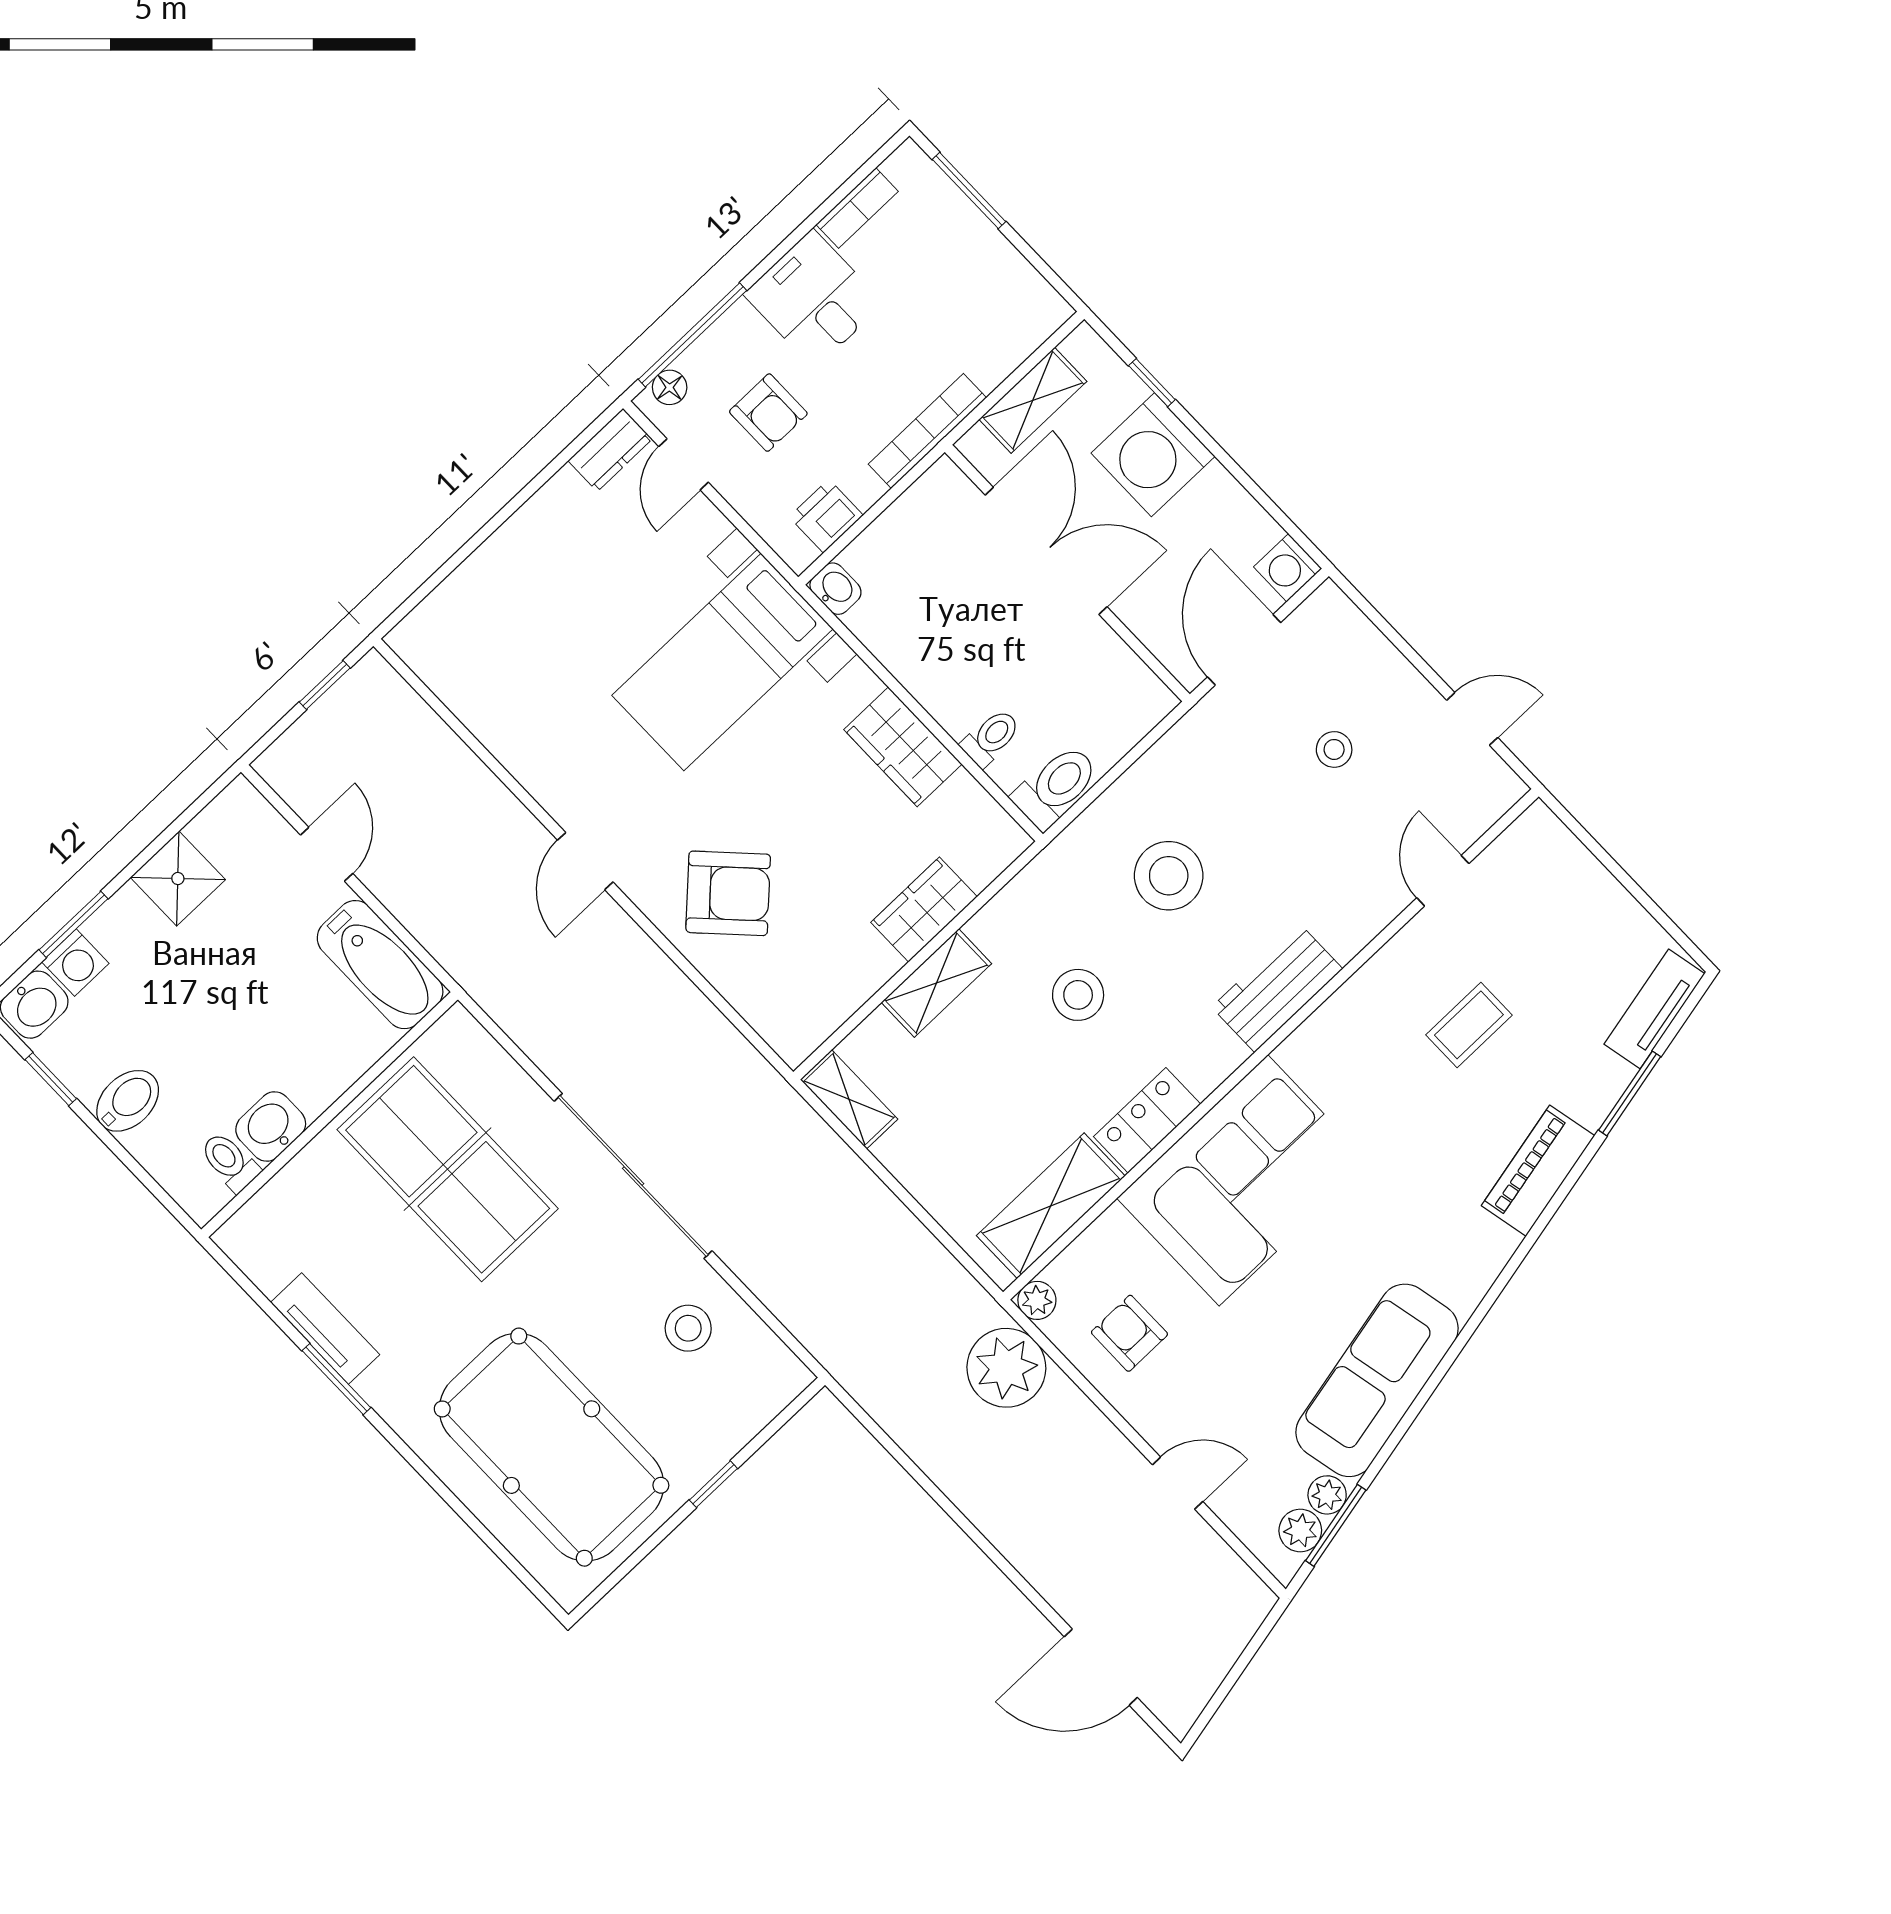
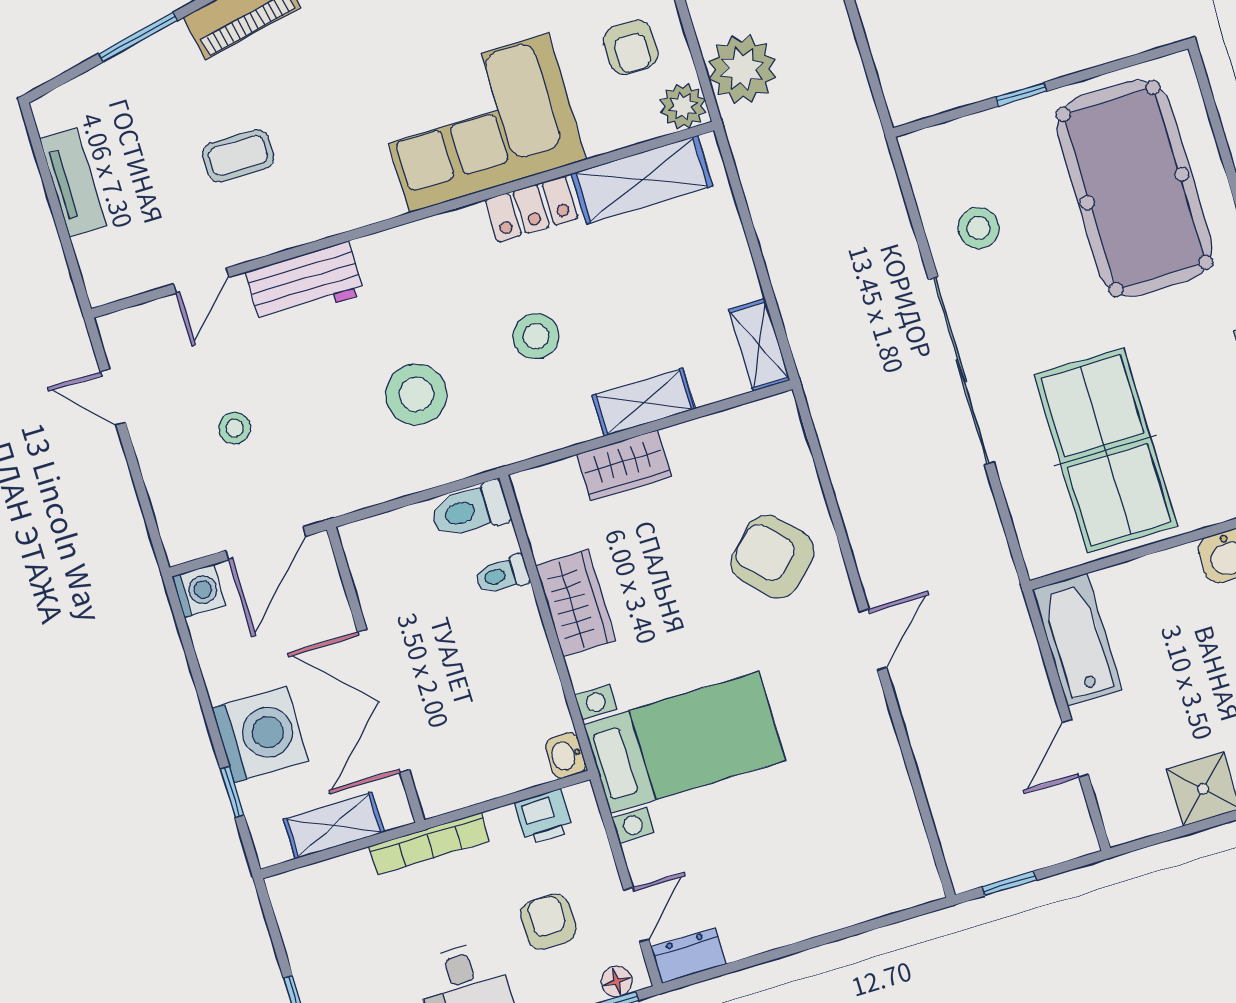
workbench: (1277, 988) -> (305, 283), moved
tv unit: (1654, 1009) -> (73, 182), moved, turned -78
plant: (1037, 1300) -> (683, 106), width x1.38, depth x1.38

